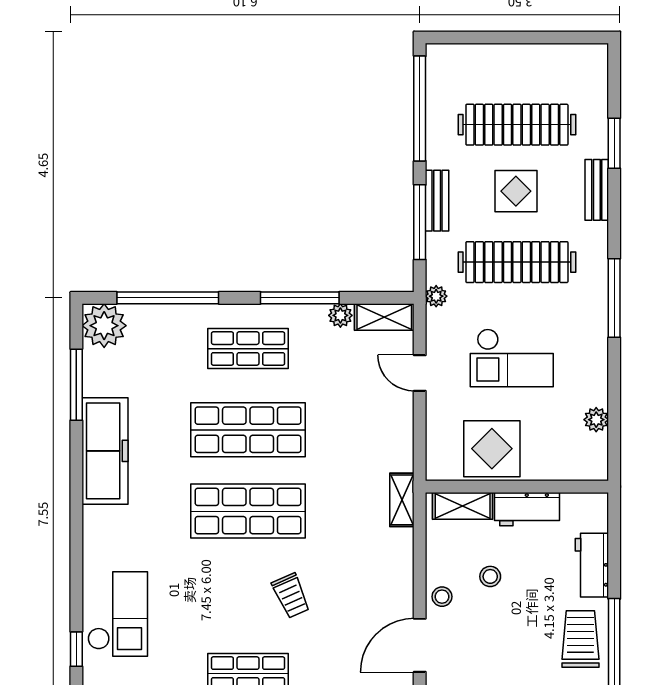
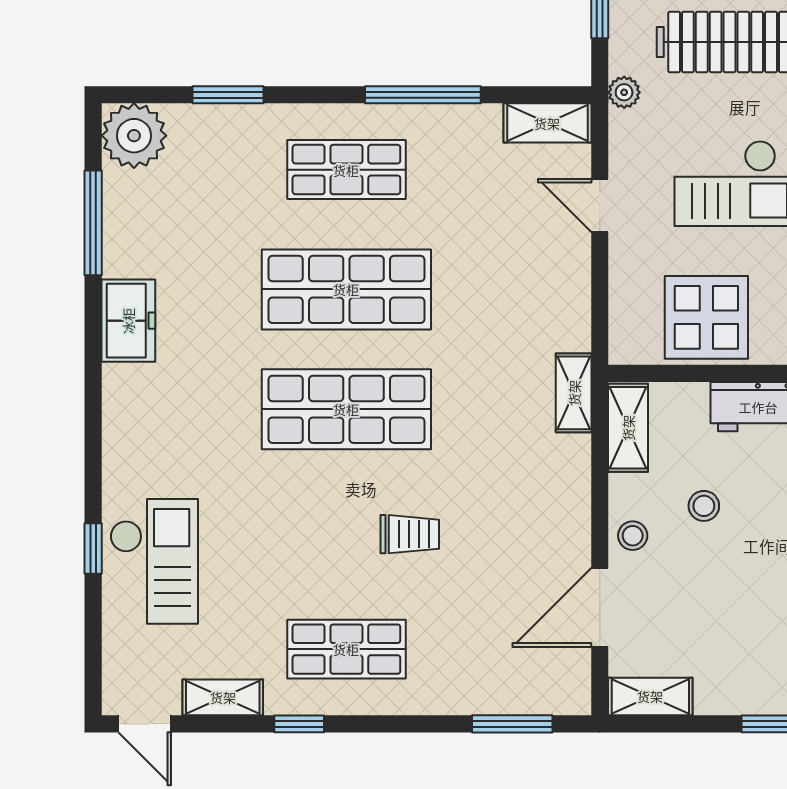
window: (168, 298) -> (228, 95), width x0.47
plant: (340, 315) -> (483, 121), removed
freezer: (105, 451) -> (128, 321), width x0.52, depth x0.79
shelving: (463, 506) -> (628, 428), moved, turned 90
trolley: (291, 596) -> (410, 534), turned -66
window: (76, 649) -> (93, 549), moved

